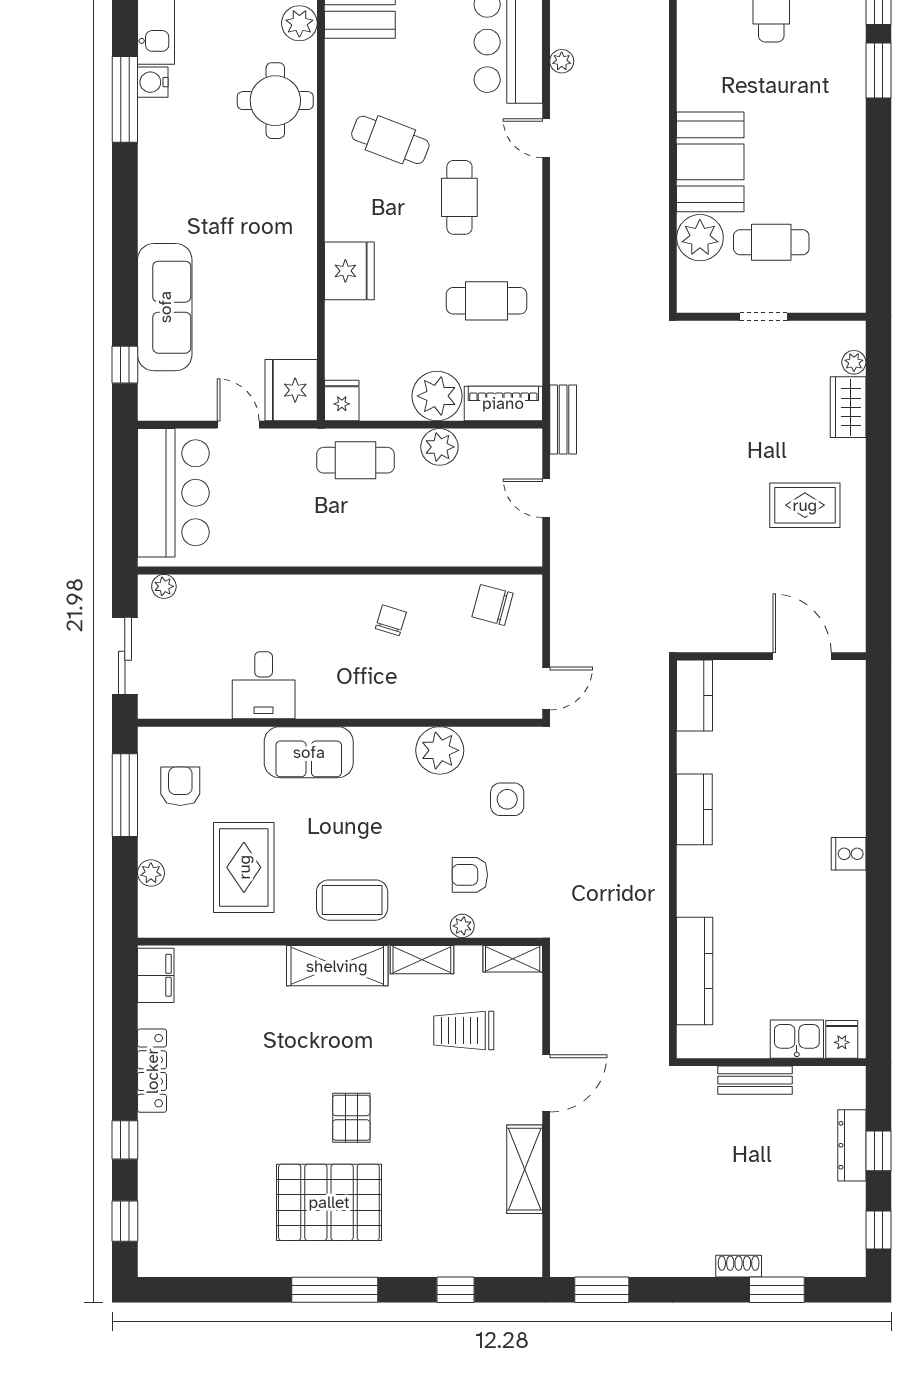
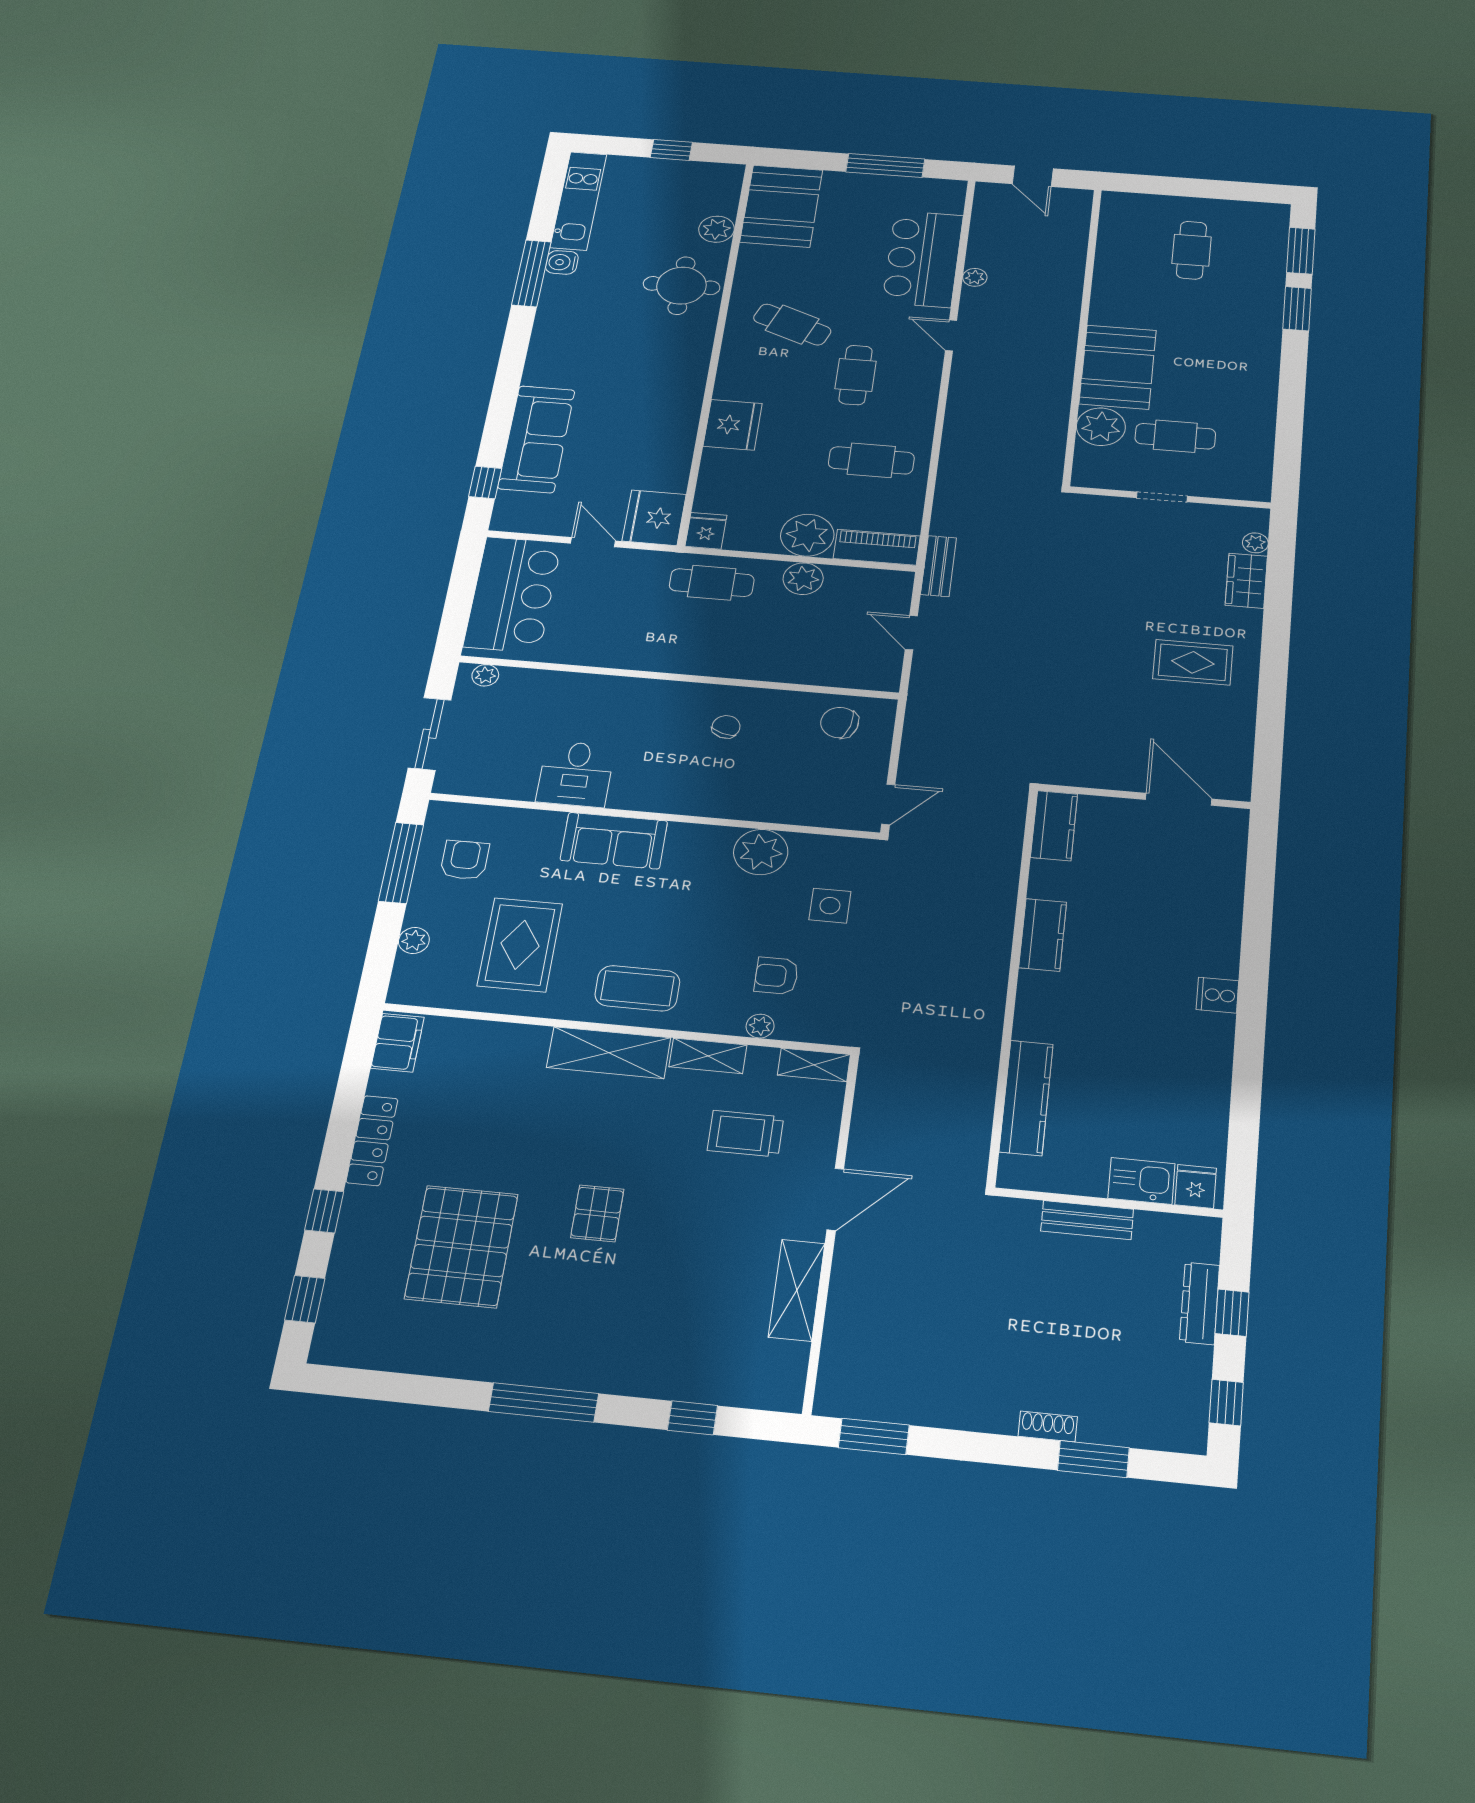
pallet: (329, 1202) -> (461, 1246), moved, turned 90

